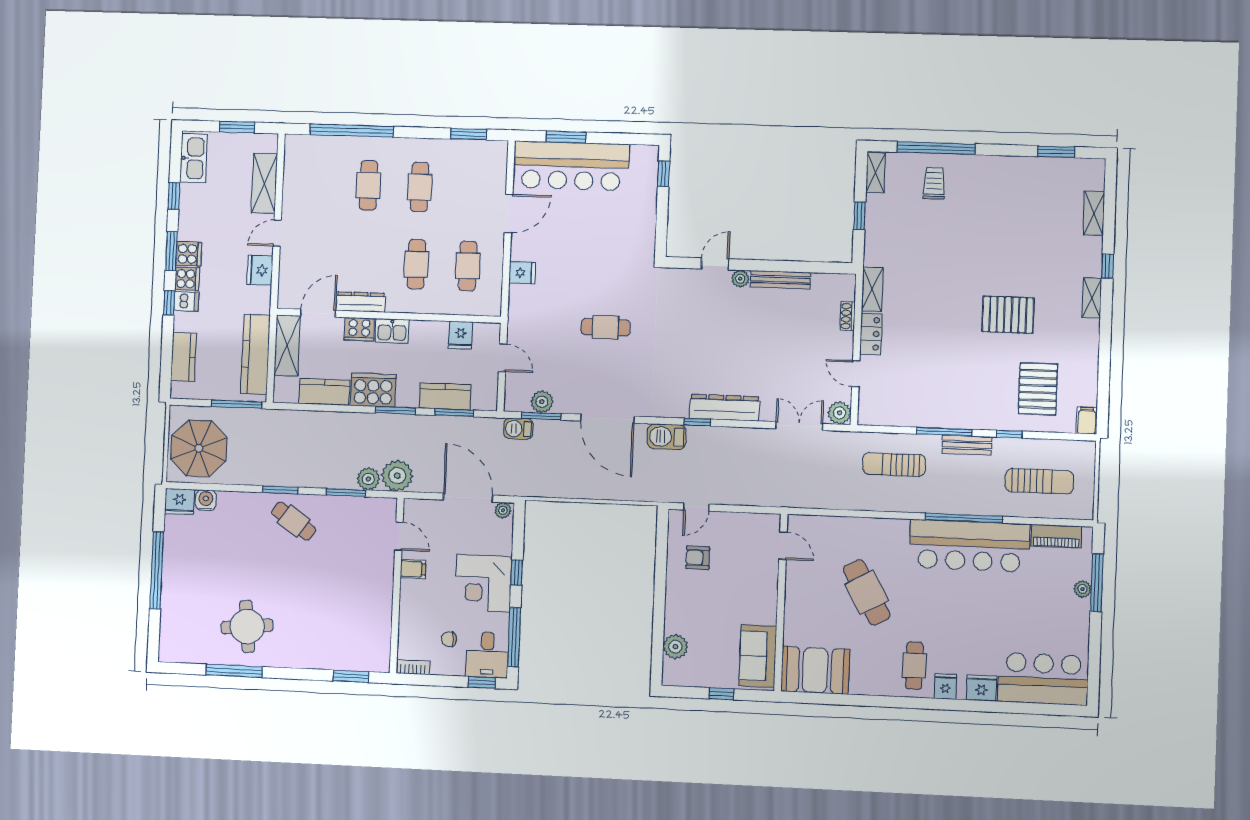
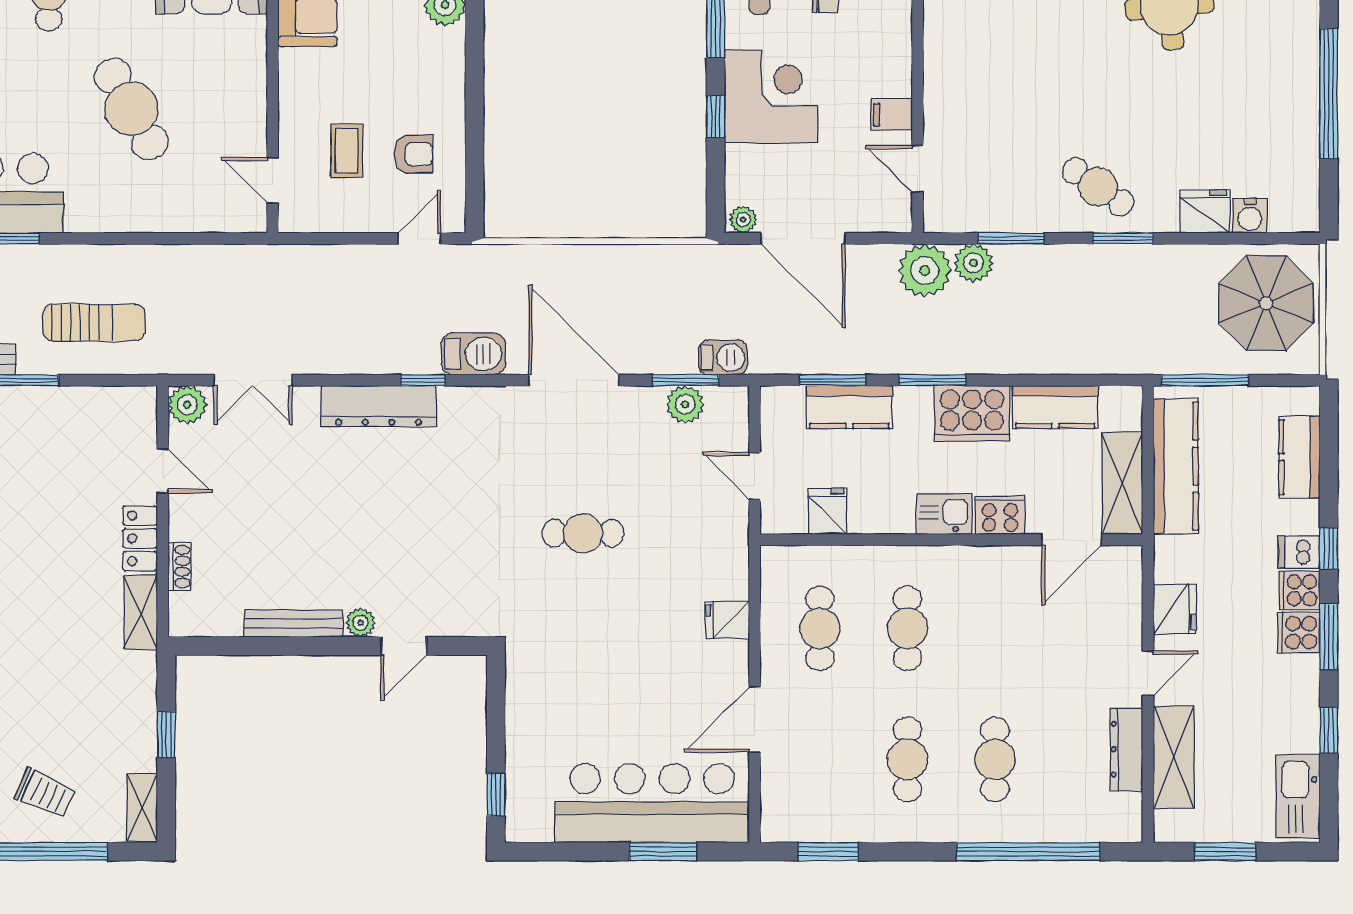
trolley: (934, 183) -> (45, 793), turned -66
dresser: (361, 302) -> (1126, 749), moved, turned 90
fridge: (180, 502) -> (1205, 212), moved
coffee table: (738, 562) -> (347, 151), added

